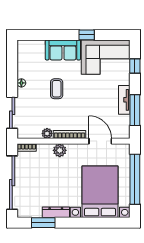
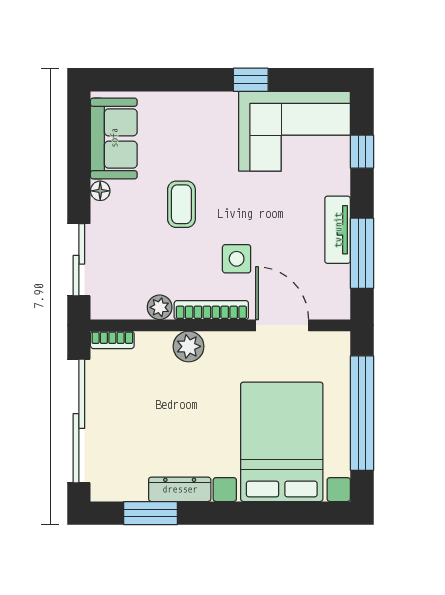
sofa: (63, 50) -> (114, 138), moved, turned -90
side table: (80, 112) -> (237, 259), added

